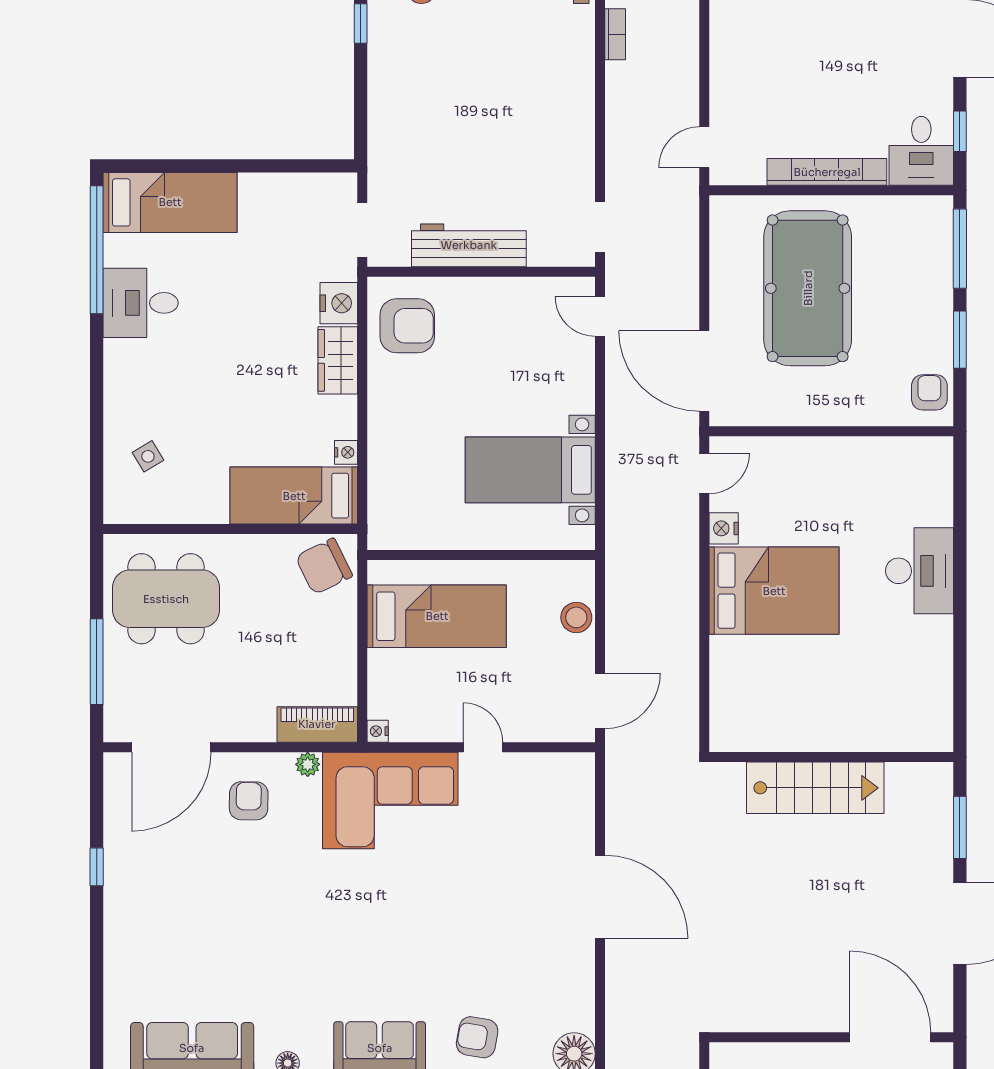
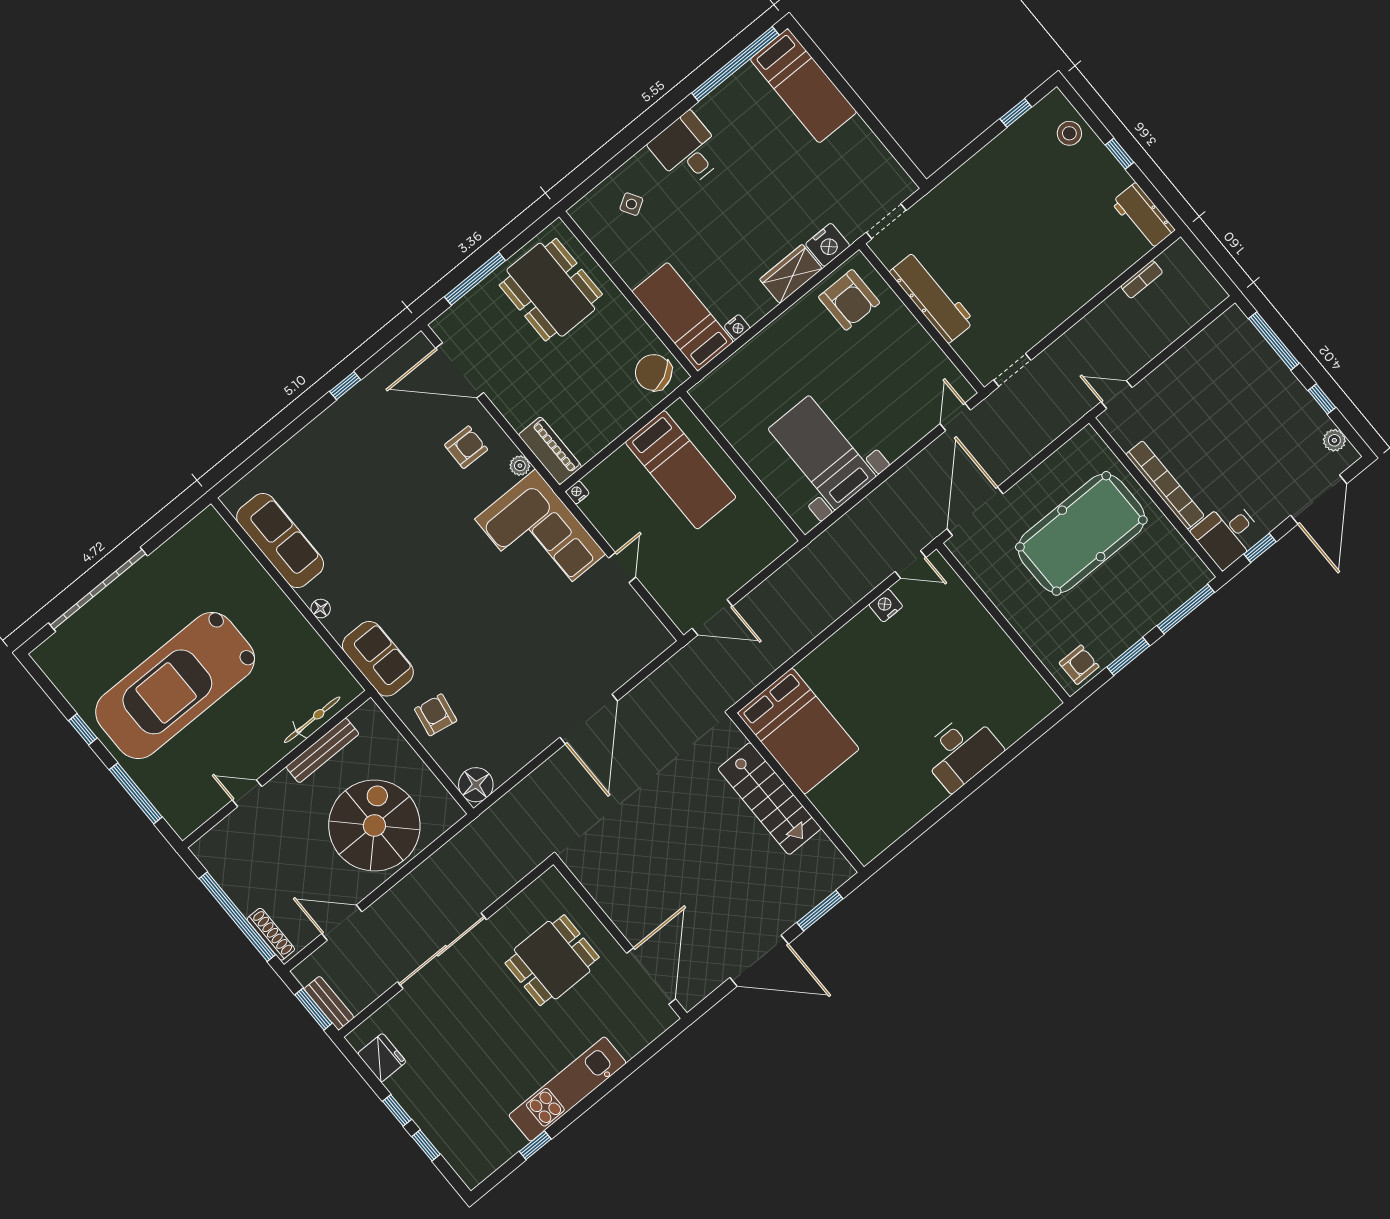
desk: (141, 303) -> (687, 150), moved
bed: (774, 591) -> (798, 731), moved
stool: (576, 617) -> (753, 559), removed

